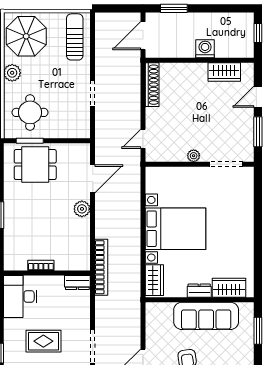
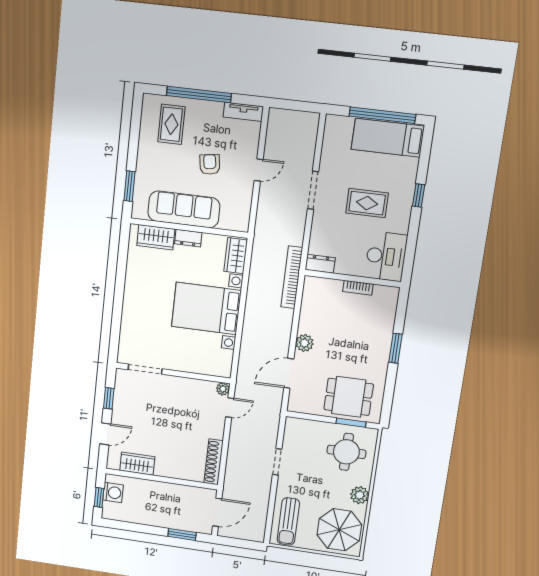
washing machine: (205, 49) -> (113, 493), moved, turned -90
window: (258, 132) -> (109, 398), width x0.67
plant: (194, 156) -> (223, 389), moved

